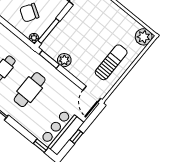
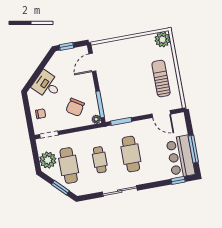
plant: (64, 60) -> (131, 111), removed
door: (92, 94) -> (161, 114), moved
window: (76, 137) -> (193, 149), width x2.17

